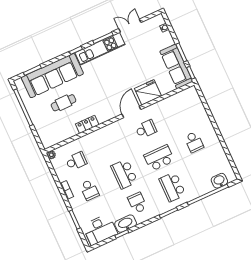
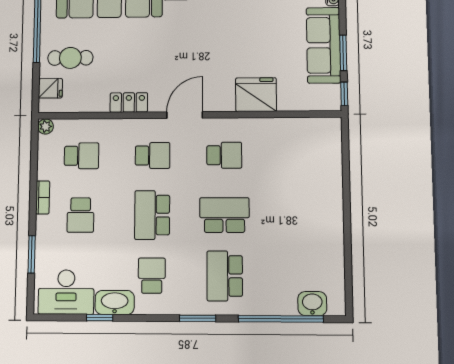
sofa: (176, 67) -> (324, 45), moved
cafe table: (64, 103) -> (70, 58), moved
door: (131, 112) -> (185, 115), moved
fridge: (45, 135) -> (50, 88), added
school desk: (194, 142) -> (153, 155), moved, turned -90

